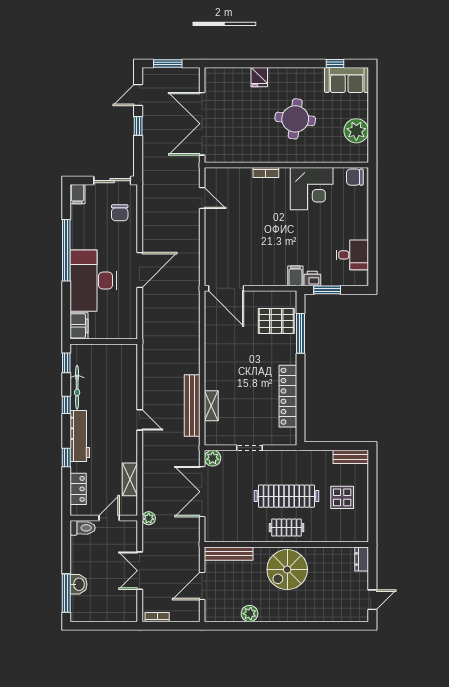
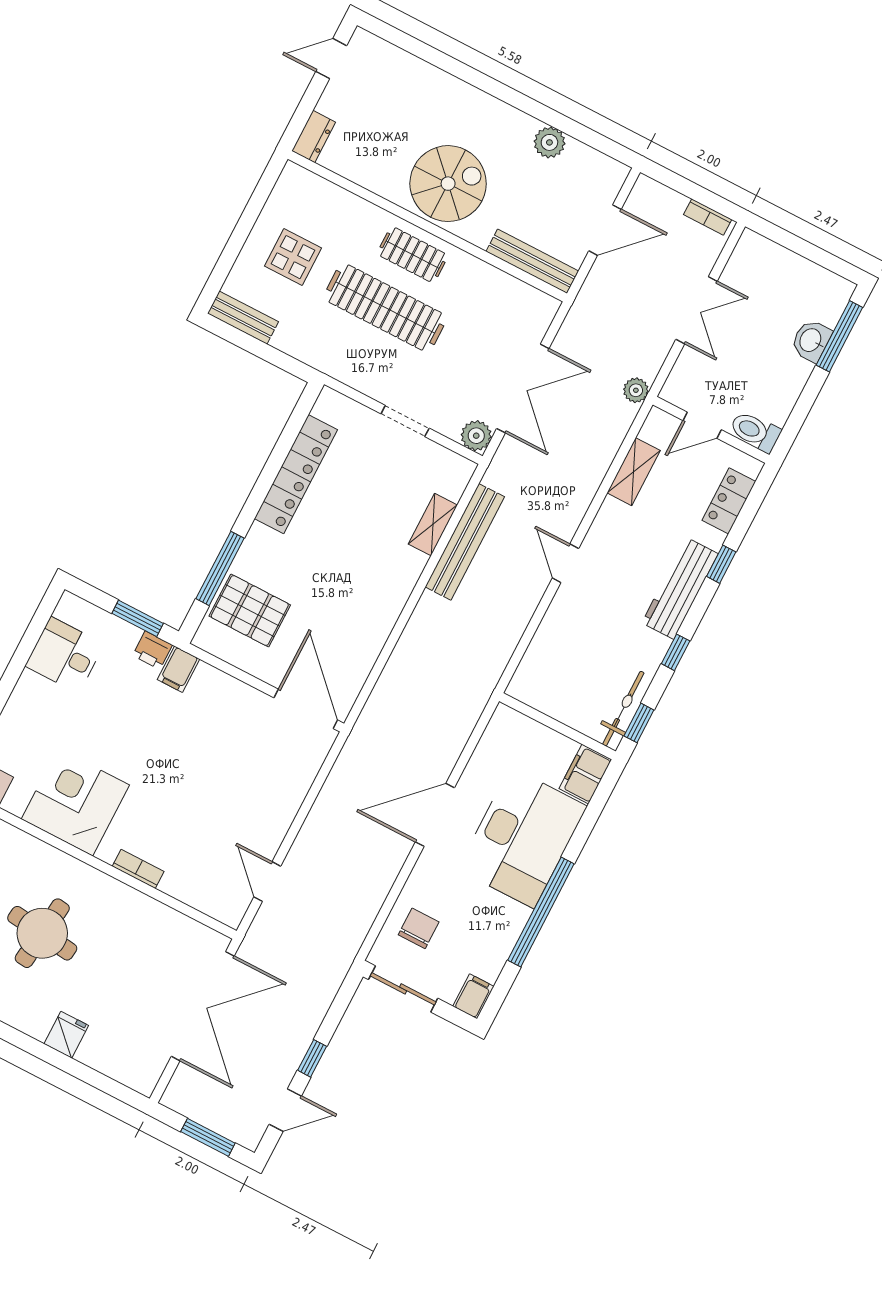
bicycle: (77, 387) -> (623, 709), moved

